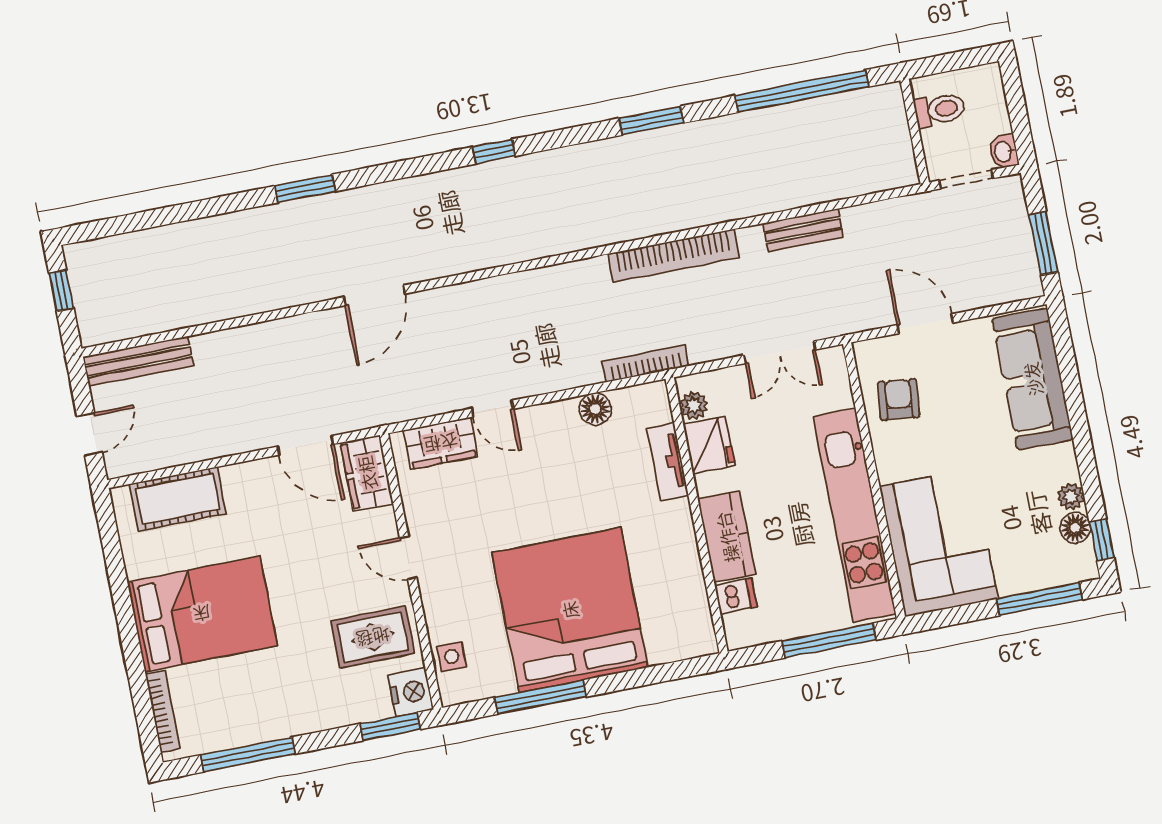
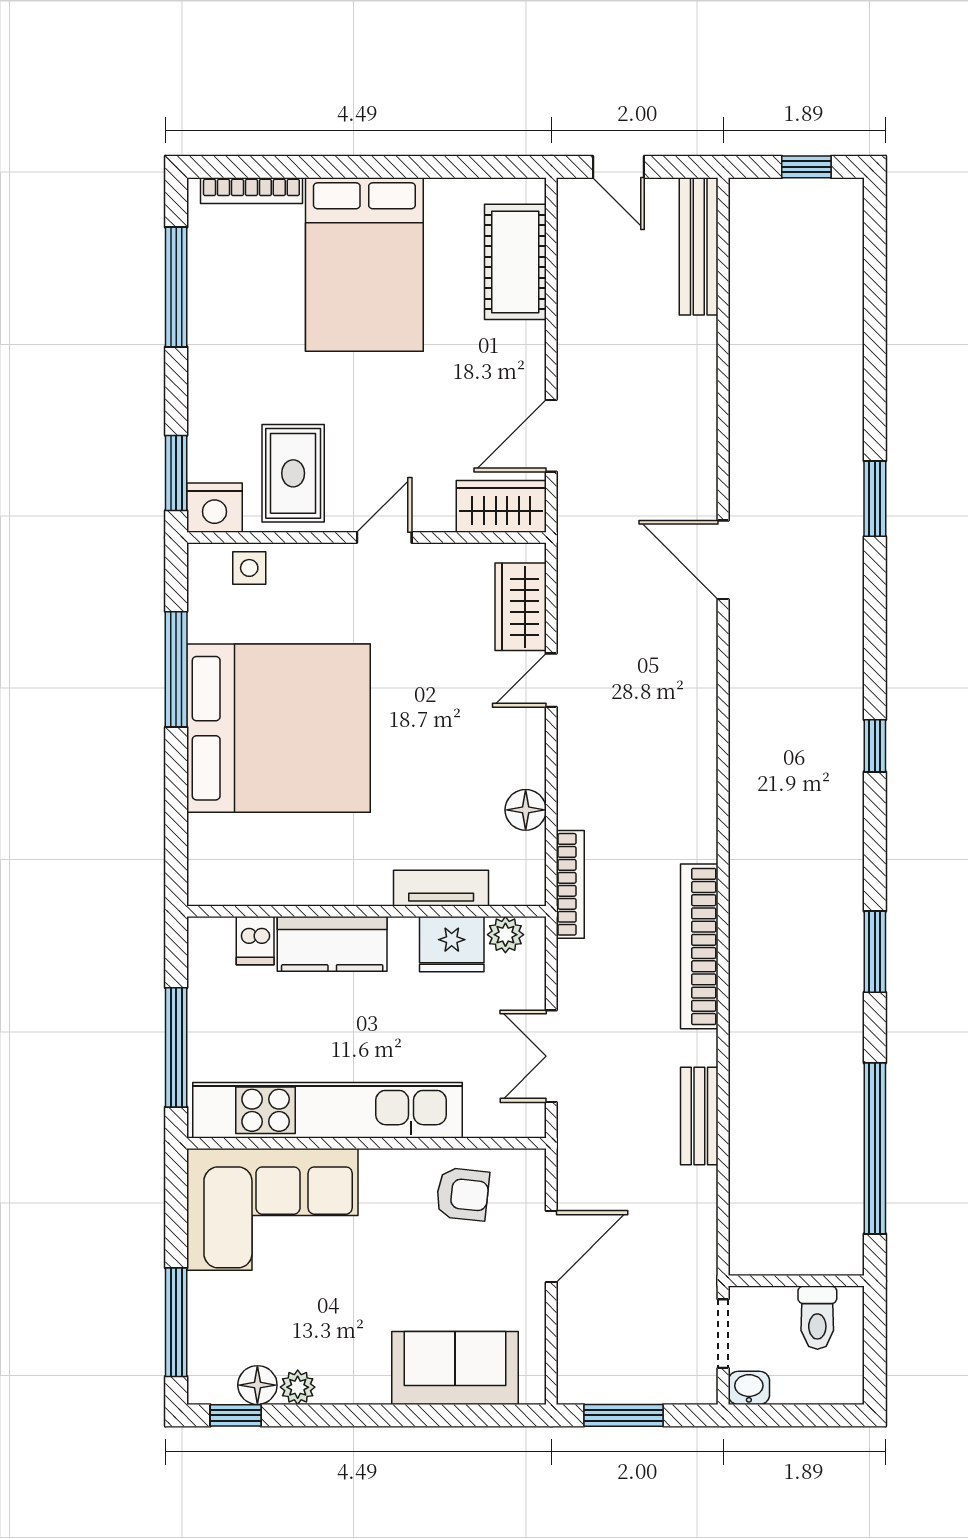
sofa: (1033, 379) -> (455, 1368), width x0.73

